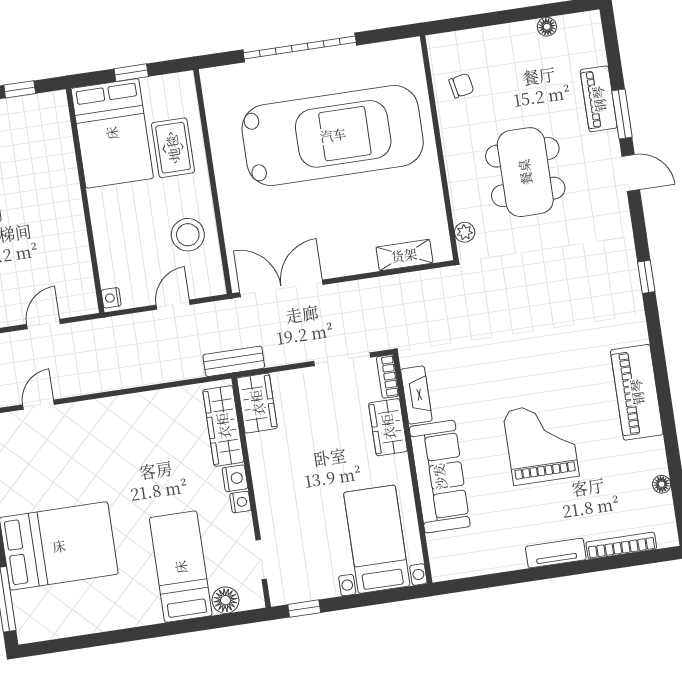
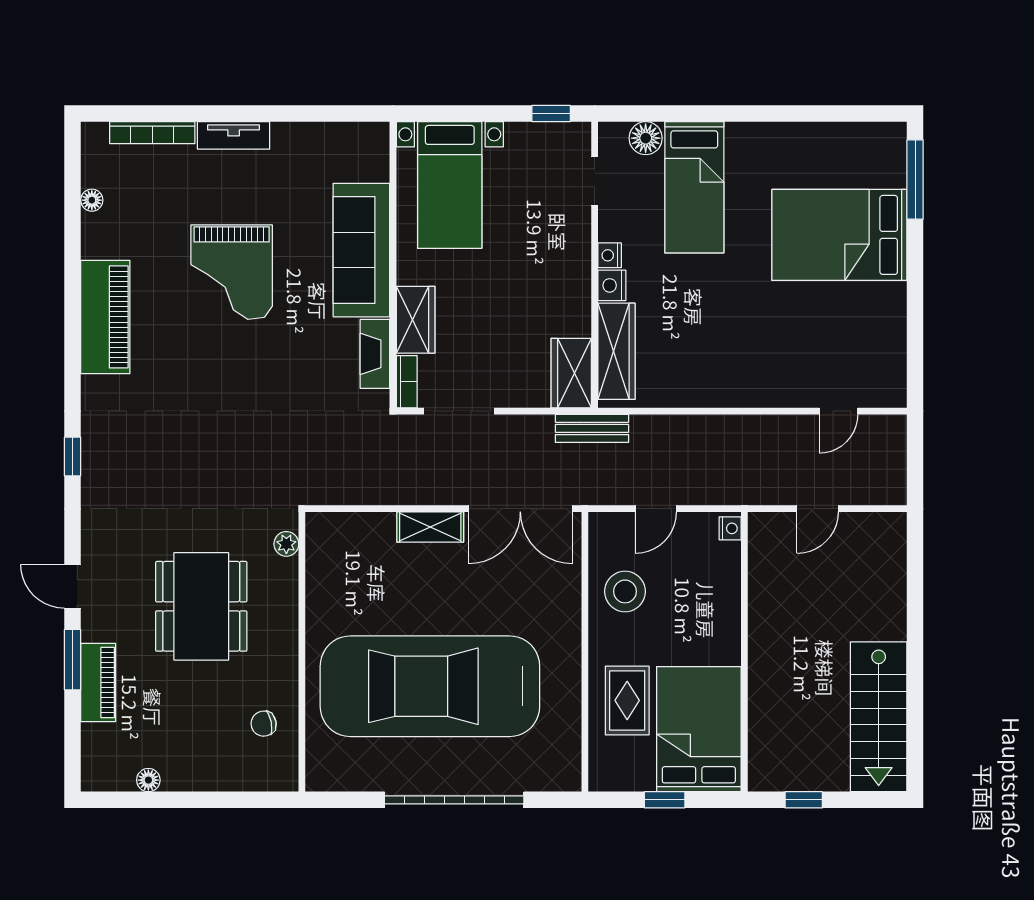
shelving: (404, 255) -> (430, 527), moved

